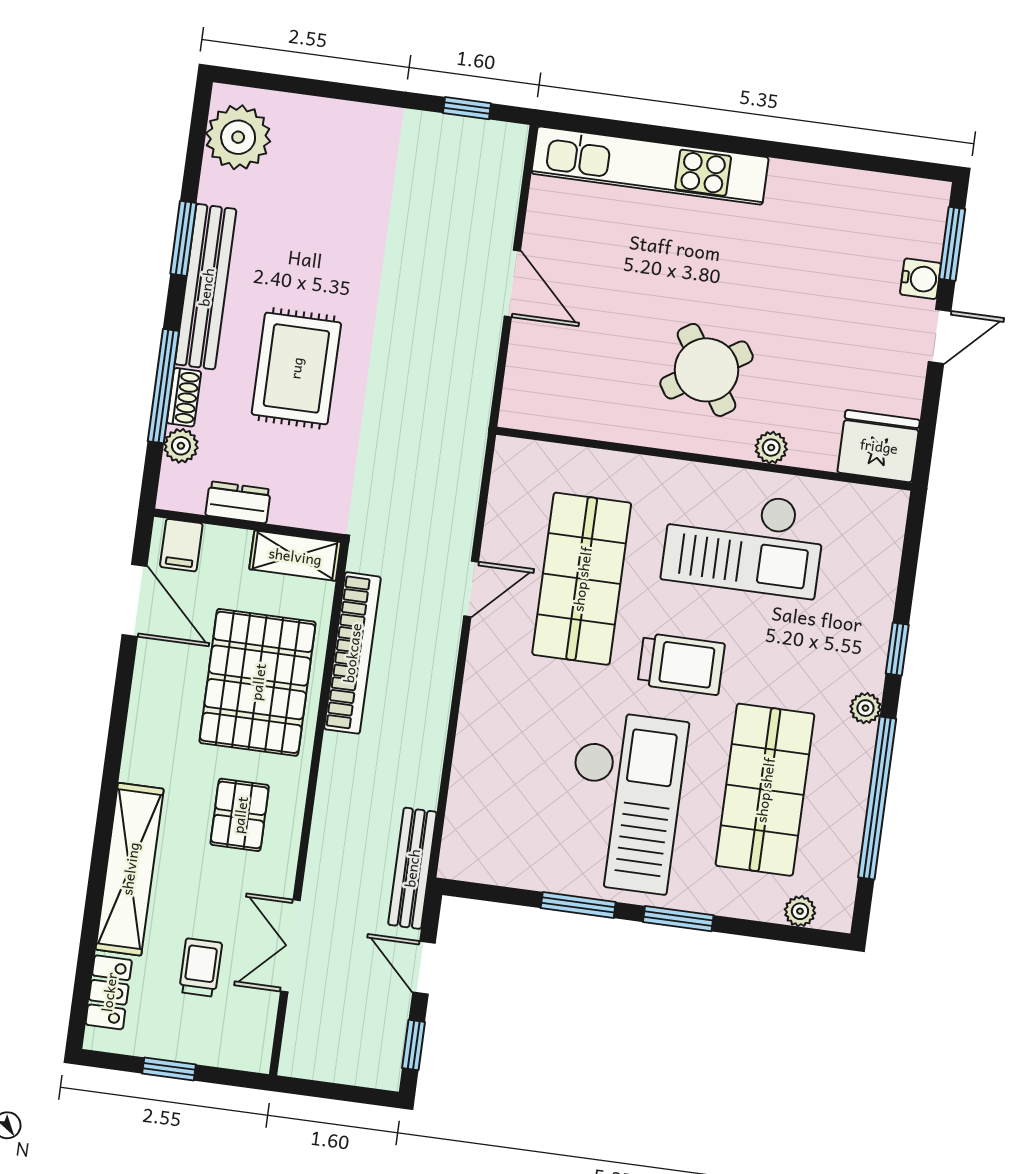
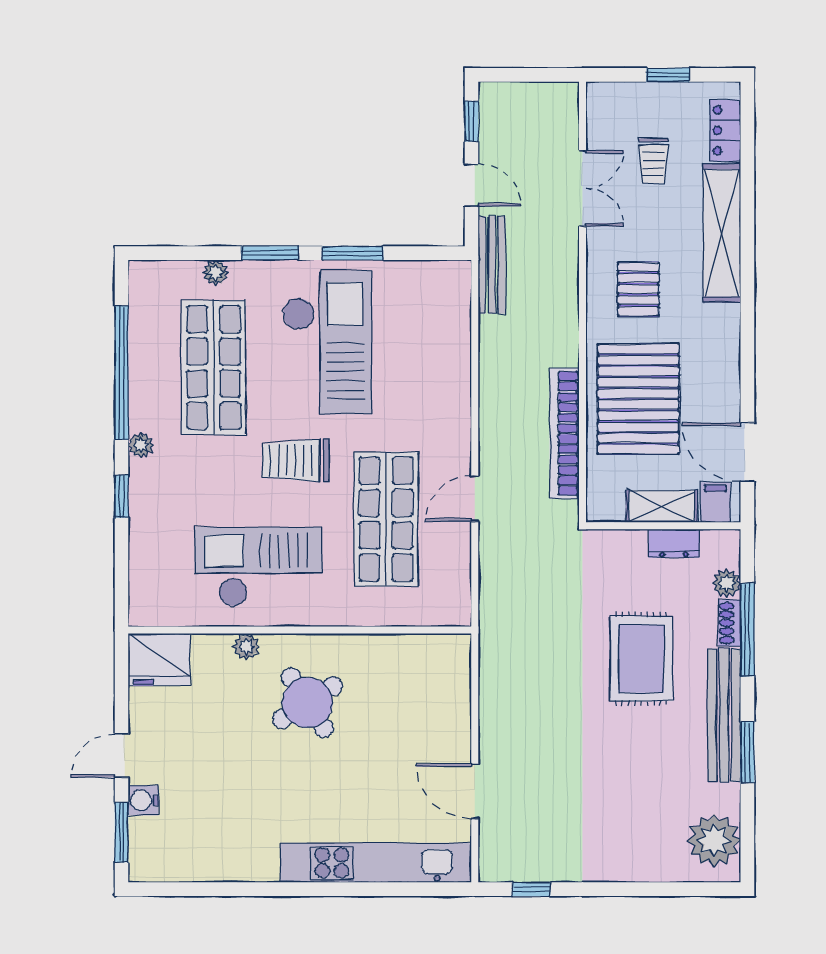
door: (512, 283) -> (475, 791), moved
shelving: (295, 556) -> (662, 506), moved
checkout: (624, 802) -> (327, 342), turned 180
plant: (800, 911) -> (215, 273), moved

